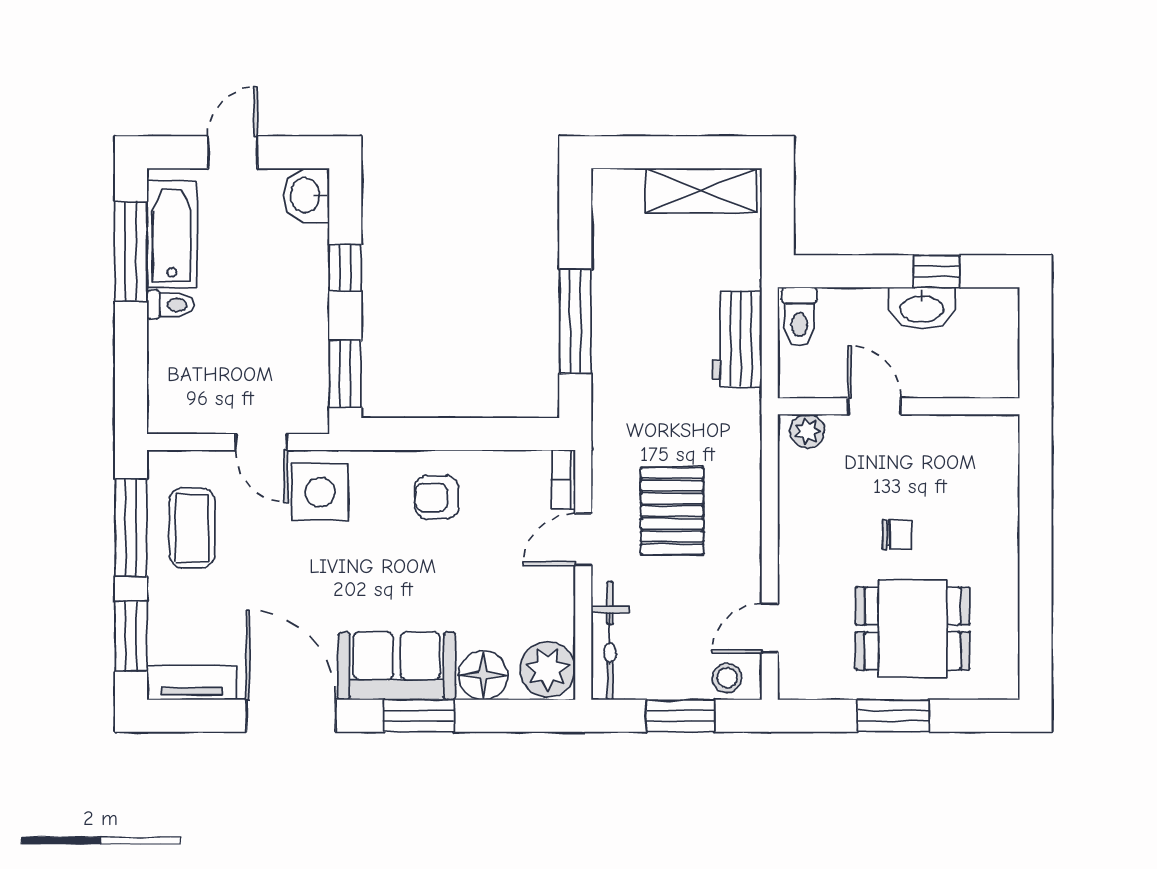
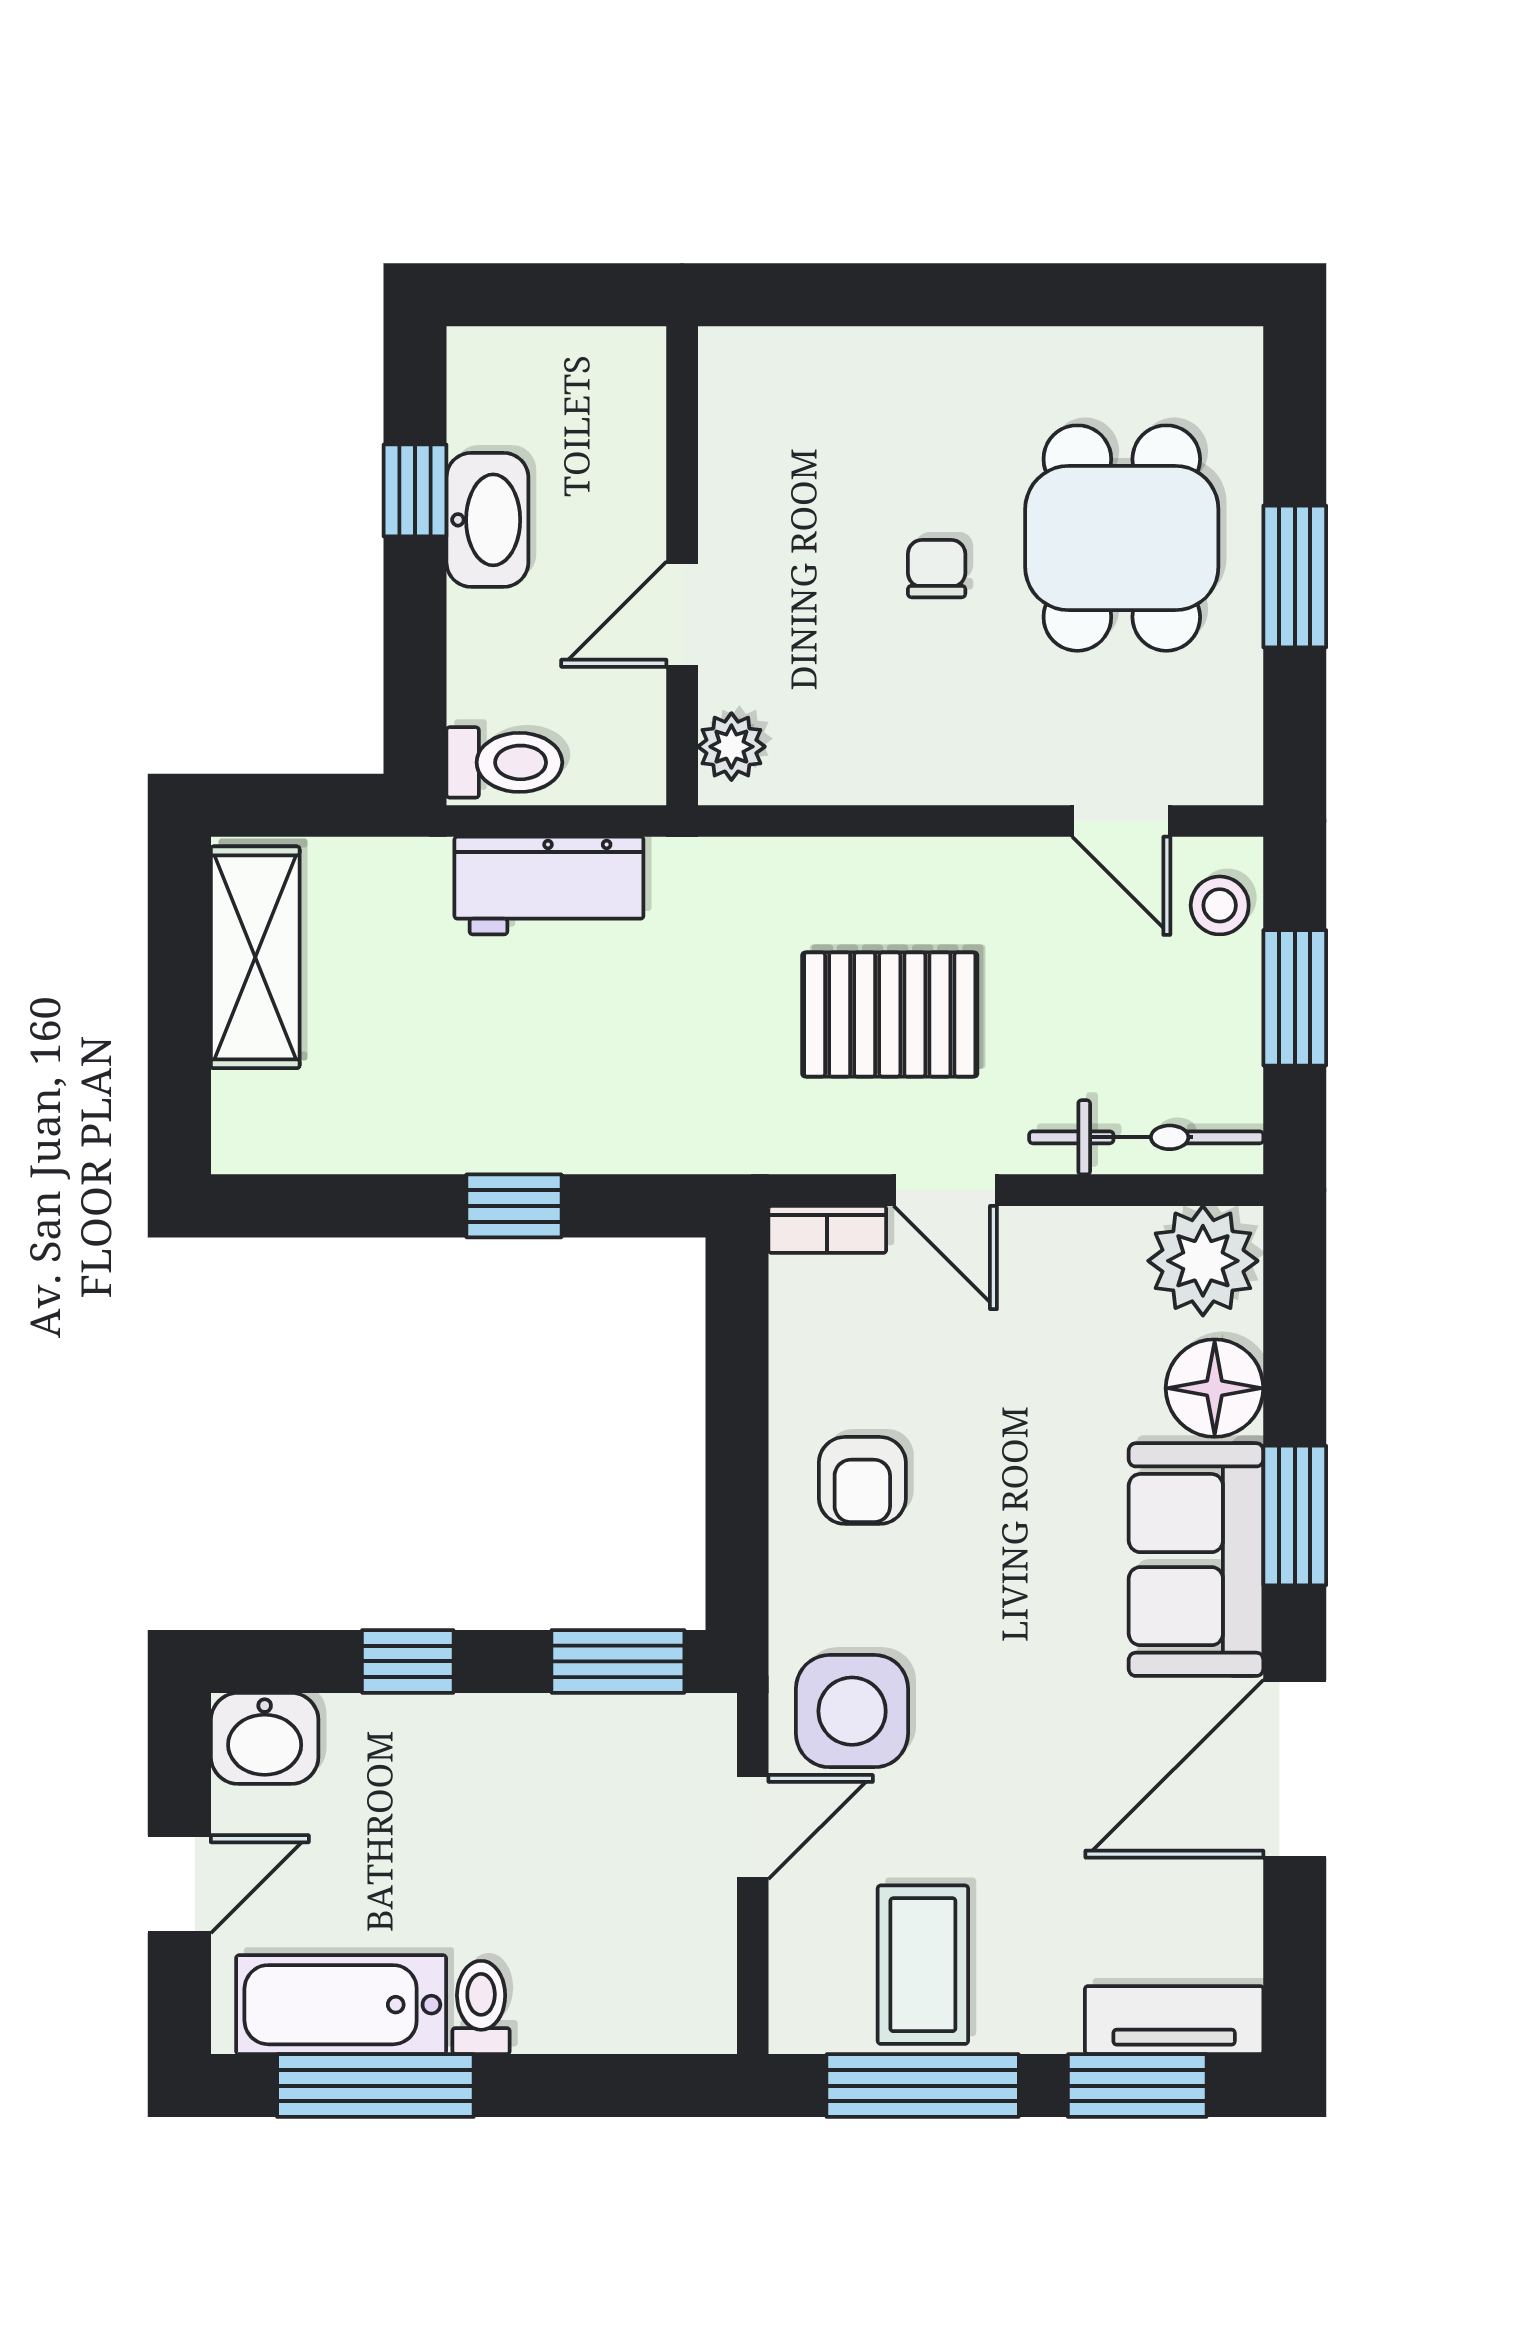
door: (233, 152) -> (179, 1884), swing flipped
window: (575, 321) -> (514, 1206), width x0.46
coffee table: (192, 528) -> (923, 1965), turned 90
tv unit: (192, 683) -> (1174, 2020), moved, turned 90

